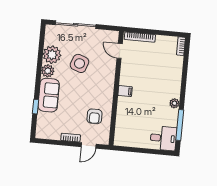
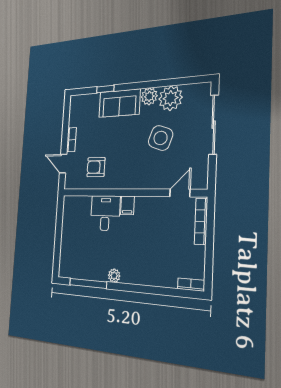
desk: (163, 138) -> (105, 213), moved, turned 180

